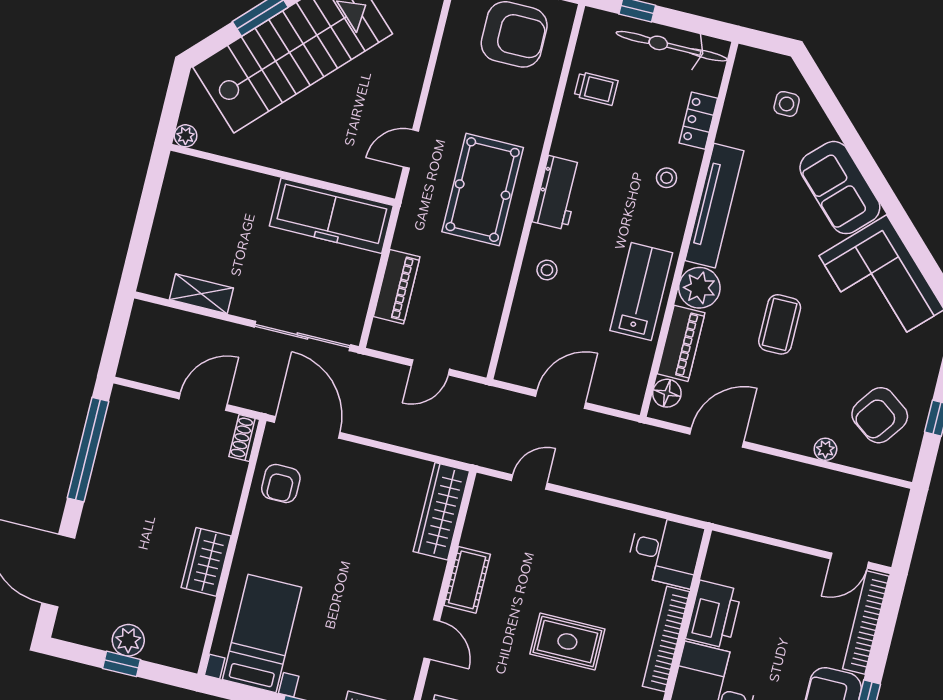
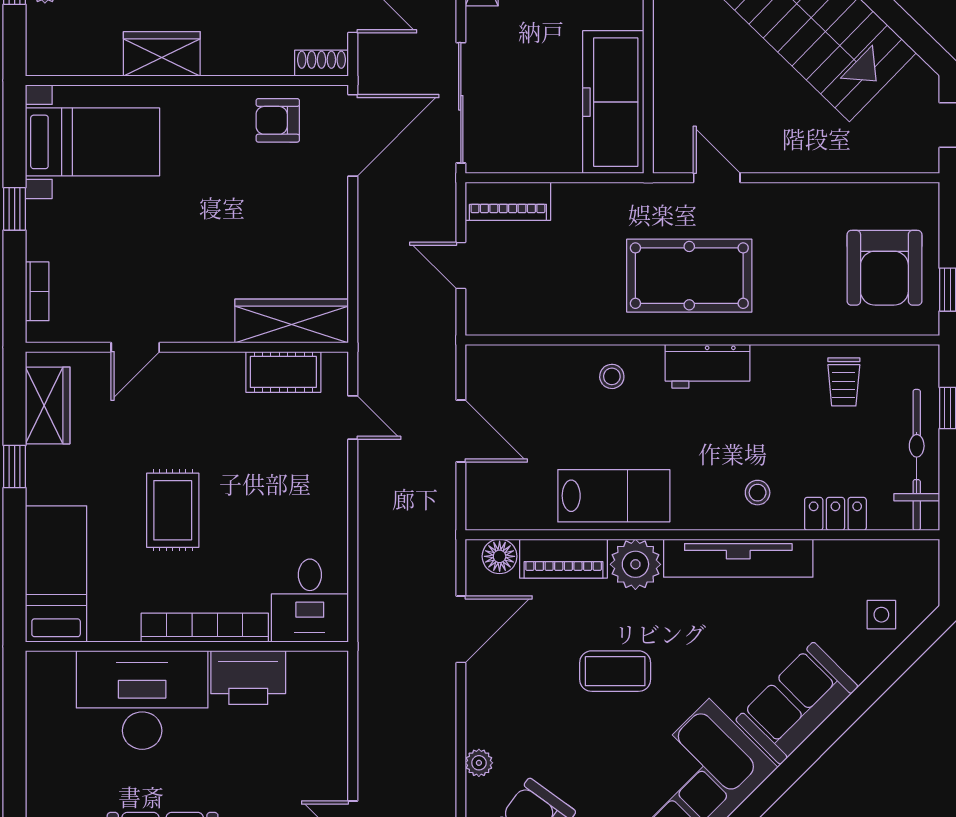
piano: (397, 287) -> (508, 201), moved
door: (717, 438) -> (461, 629), hinge flipped
cot: (467, 580) -> (283, 372), moved

